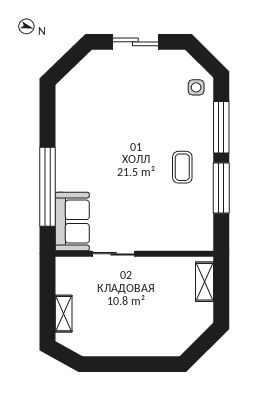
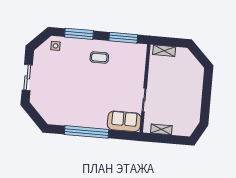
window: (47, 187) -> (86, 132), moved
window: (221, 188) -> (123, 38), moved
shelving: (64, 314) -> (161, 129), moved

